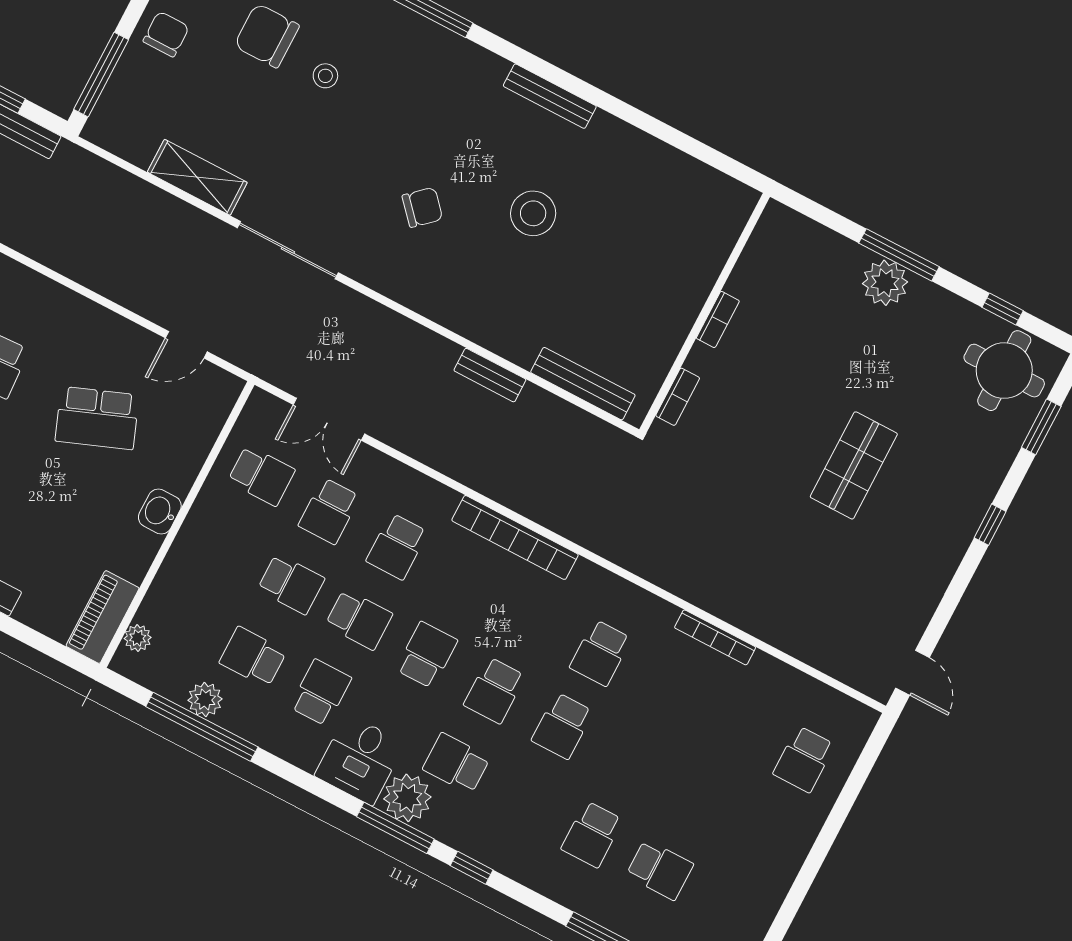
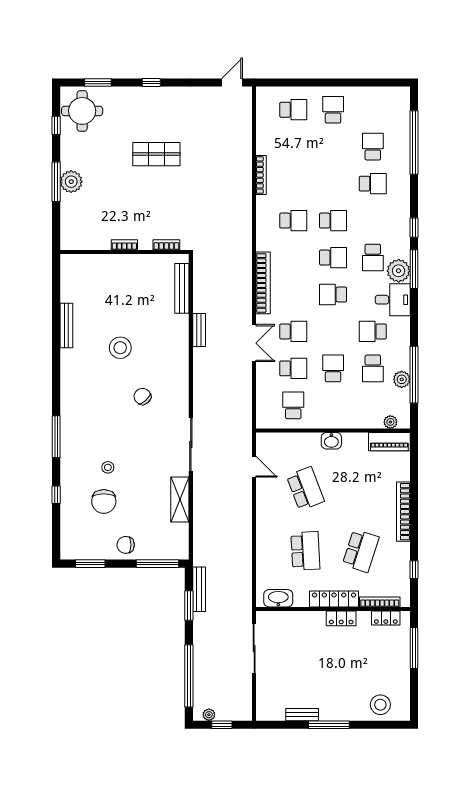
bench: (550, 96) -> (66, 326), moved
double door: (329, 419) -> (254, 343), moved
school desk: (359, 619) -> (333, 110), moved

